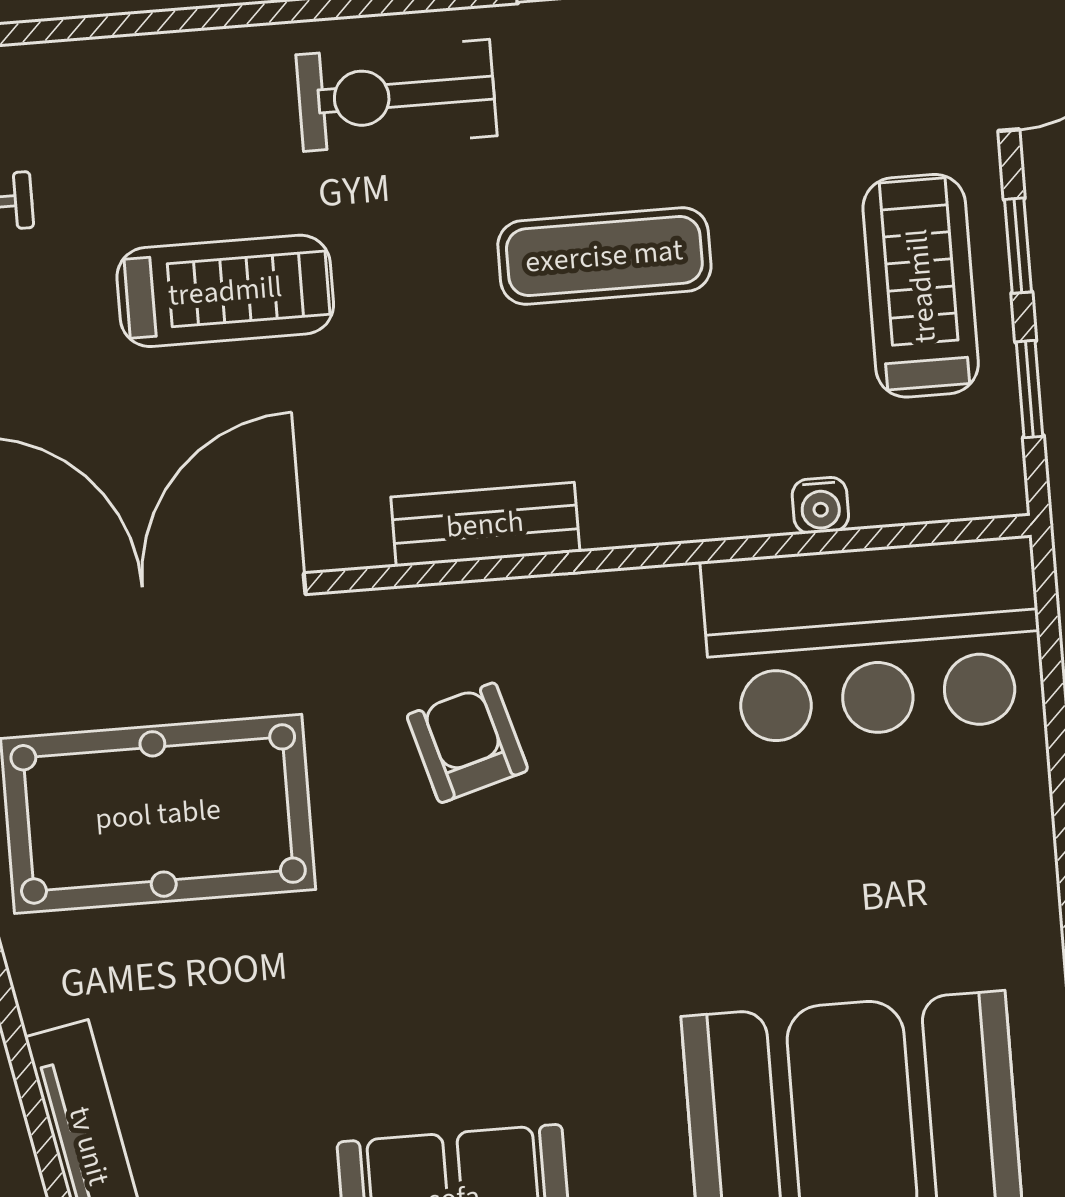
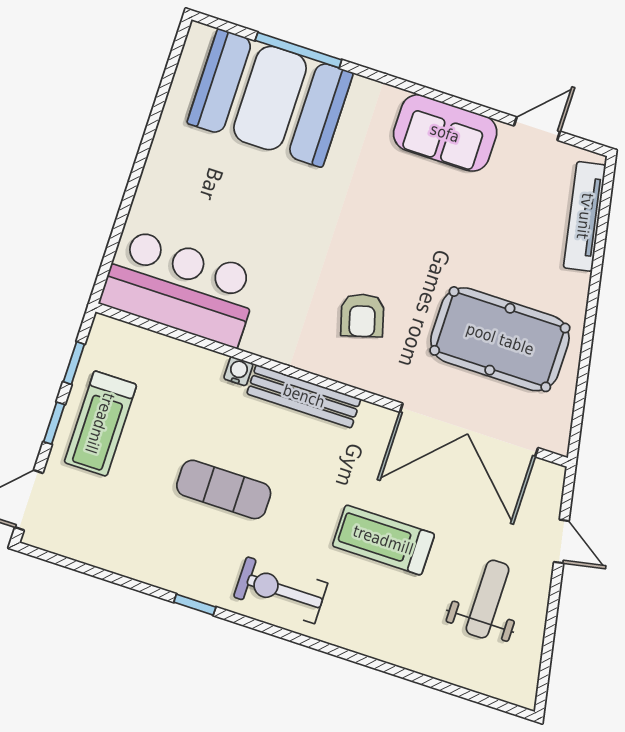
exercise bike: (396, 95) -> (281, 590), turned 180
water cooler: (820, 505) -> (238, 371), moved
bench: (485, 524) -> (304, 396), width x1.36

